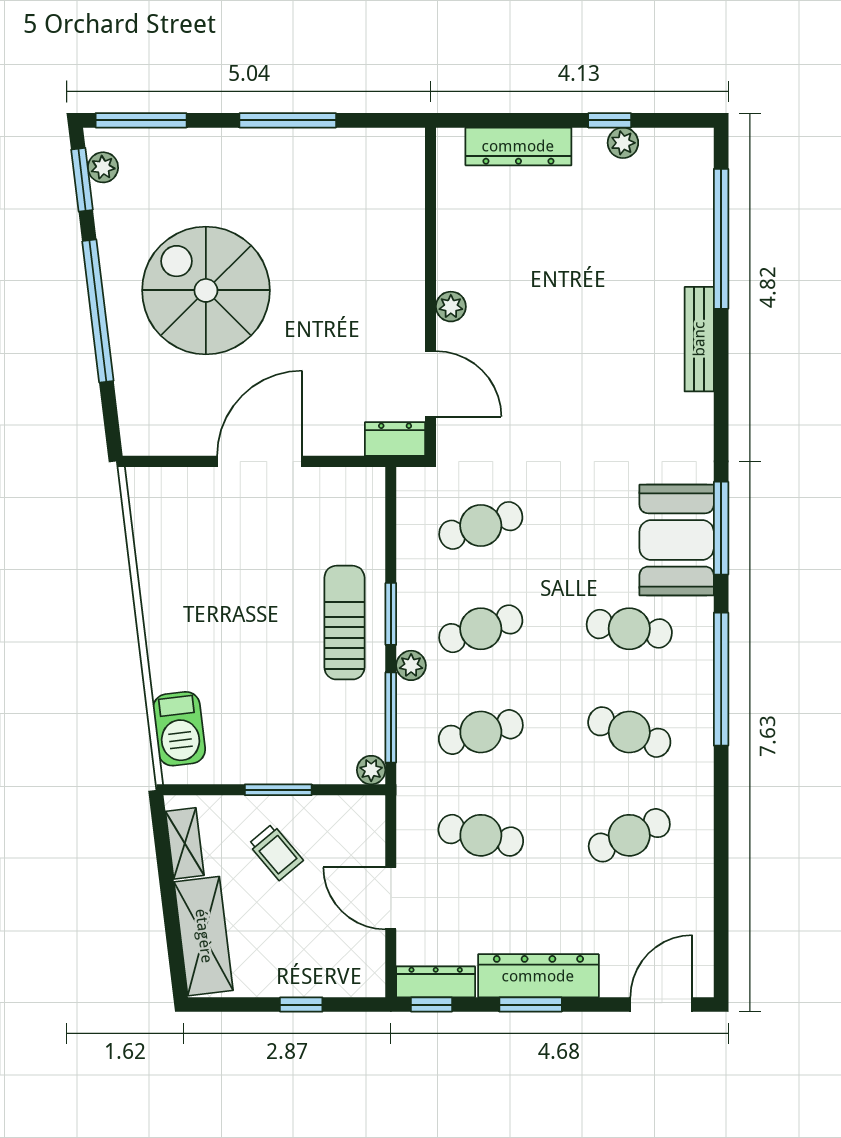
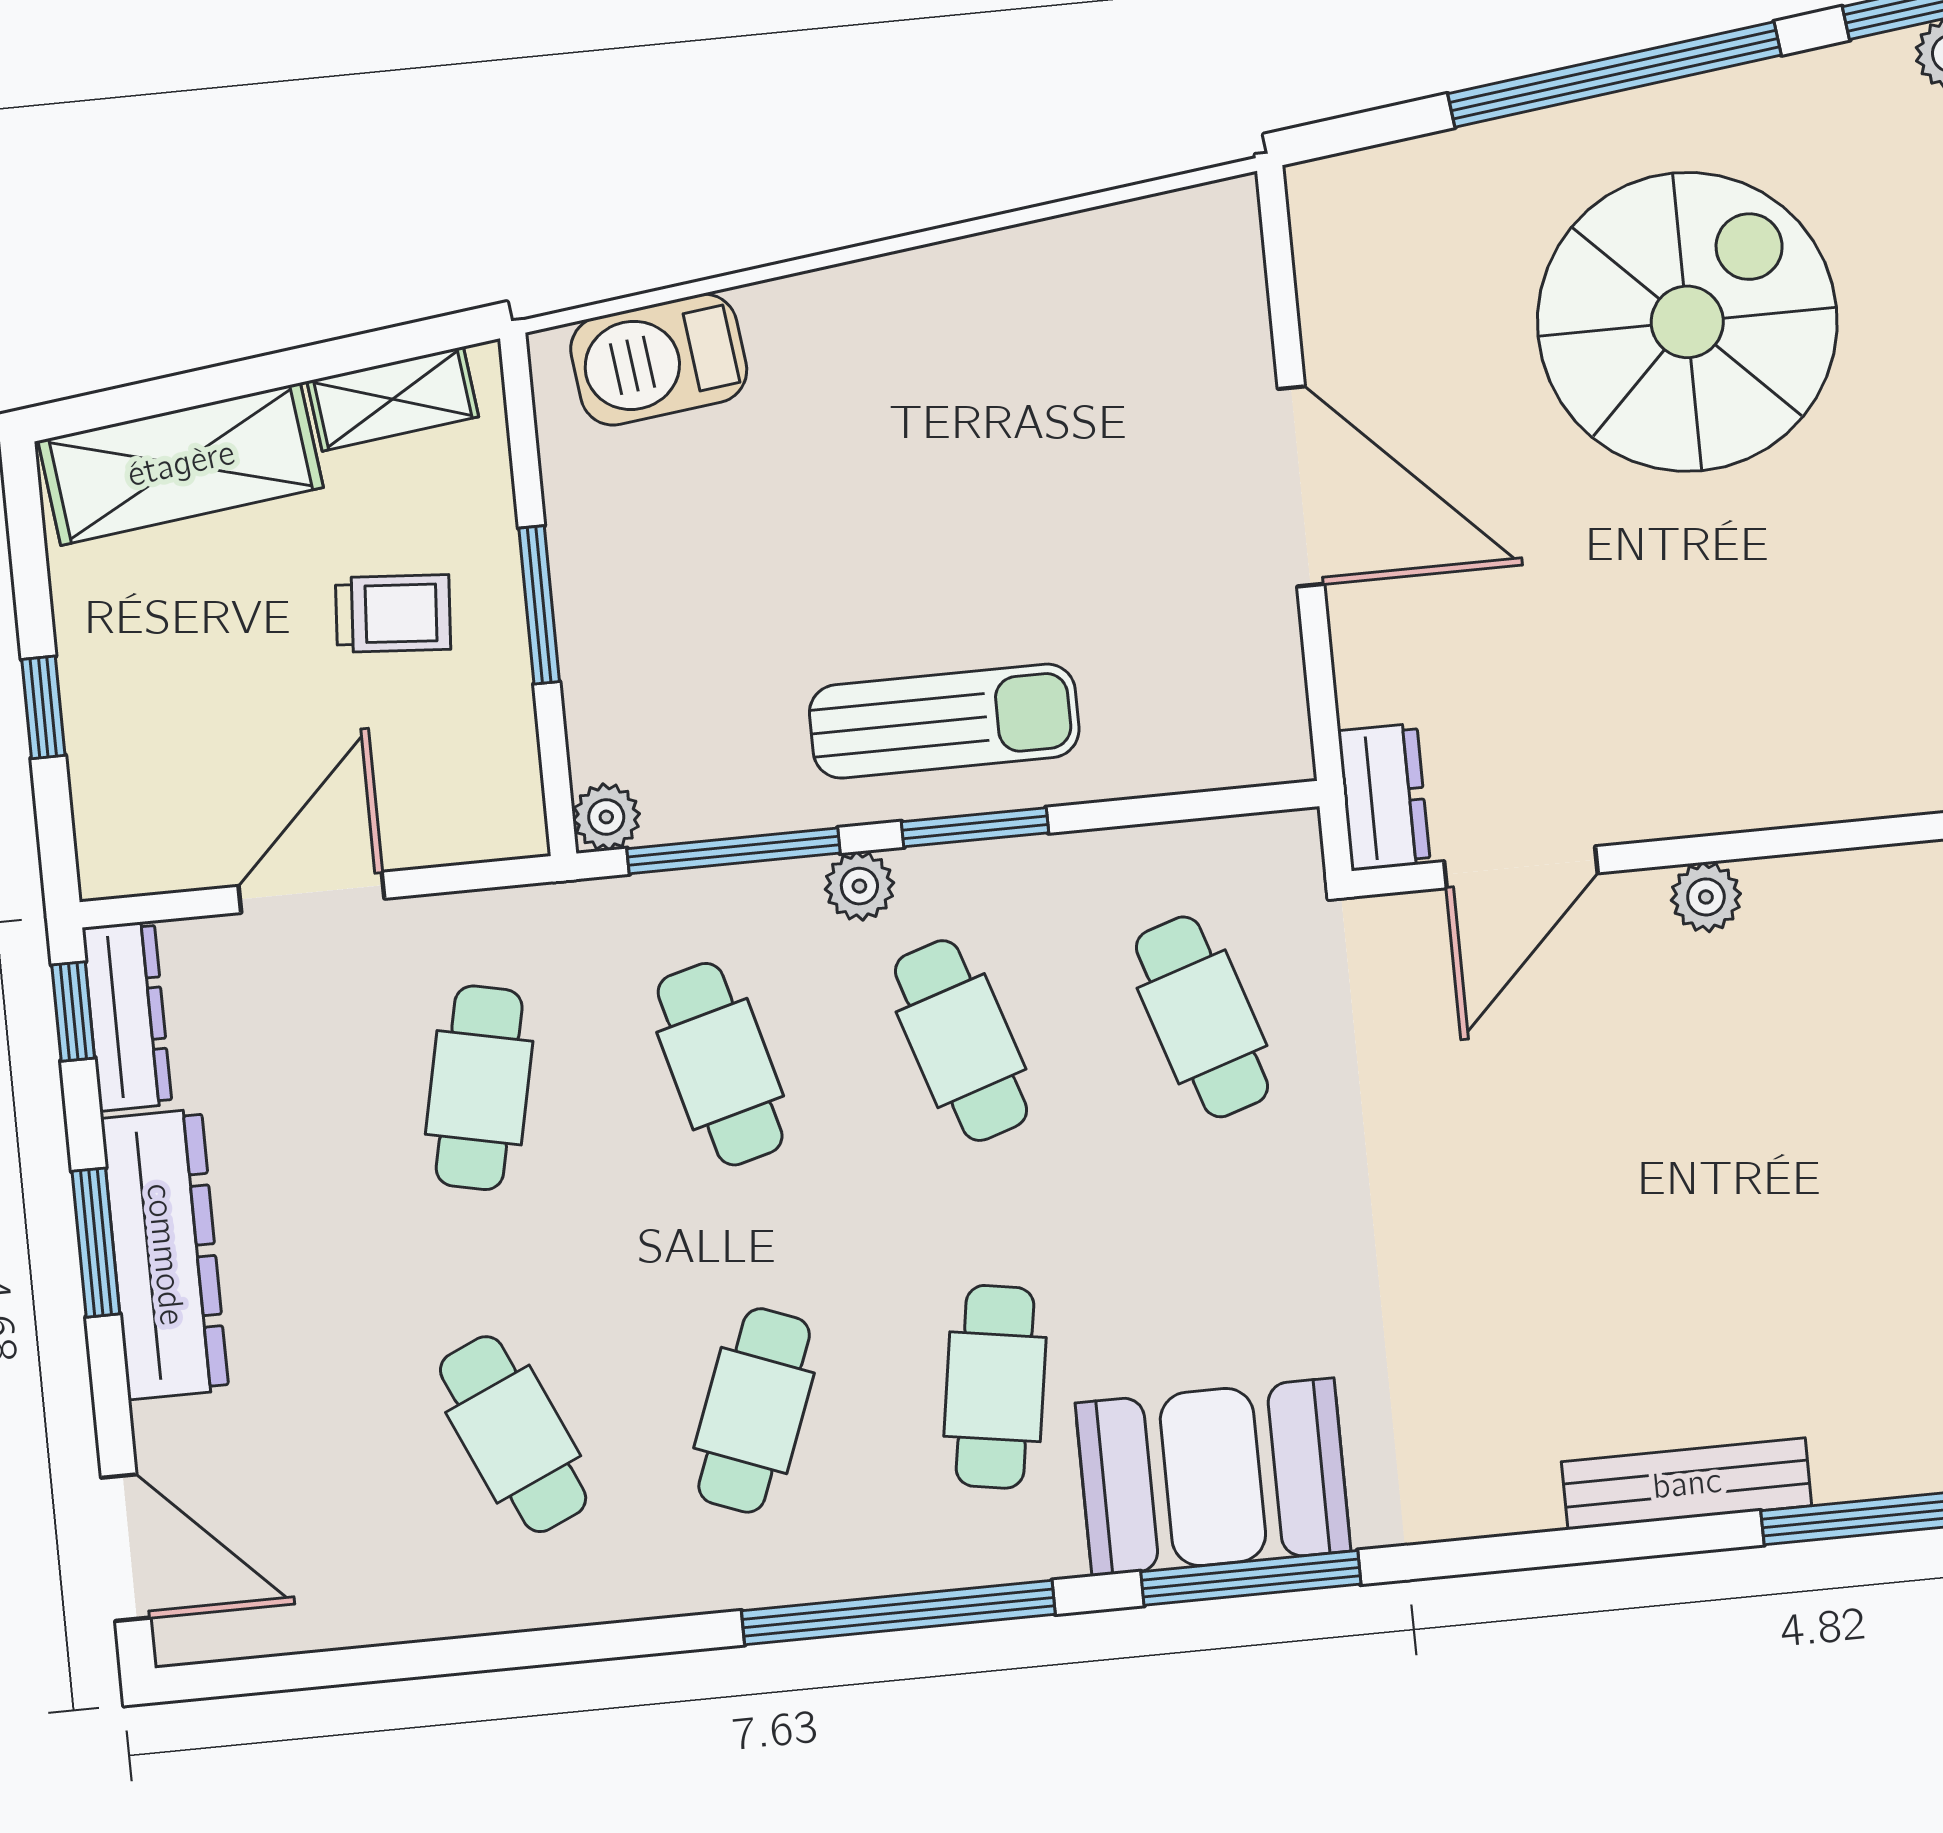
trolley: (276, 852) -> (393, 614), turned -136

